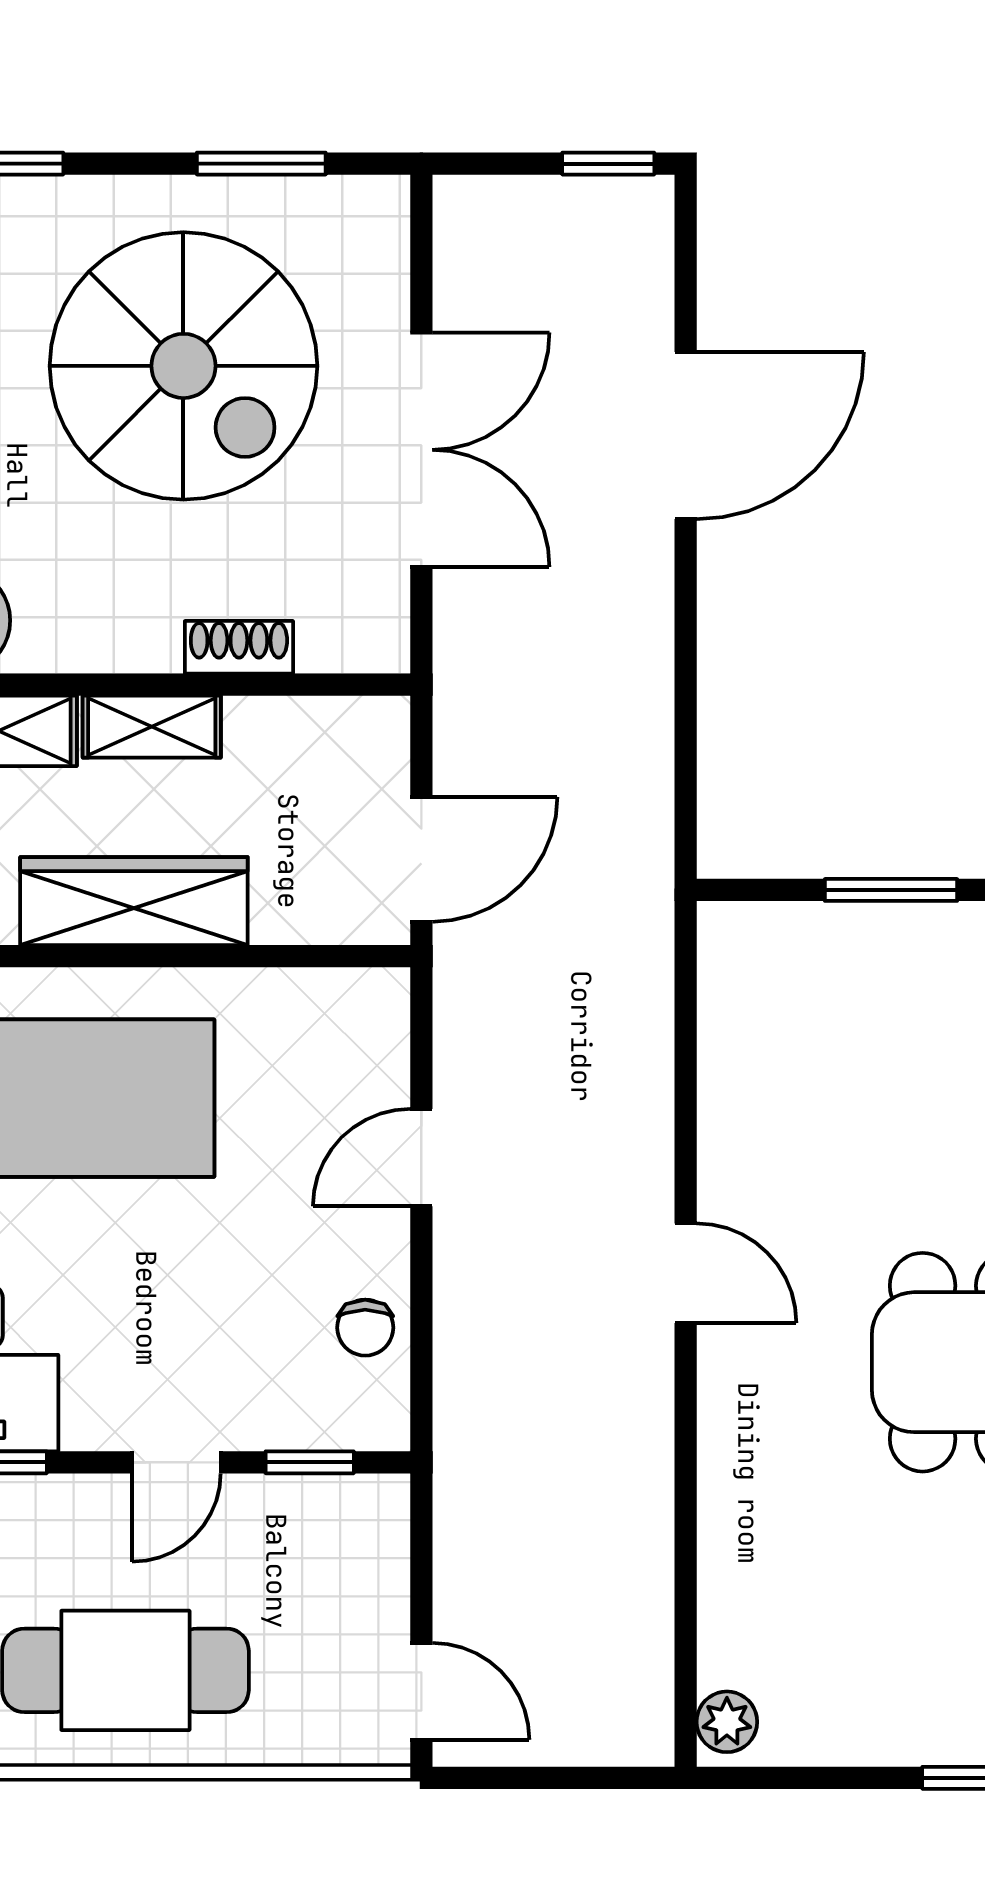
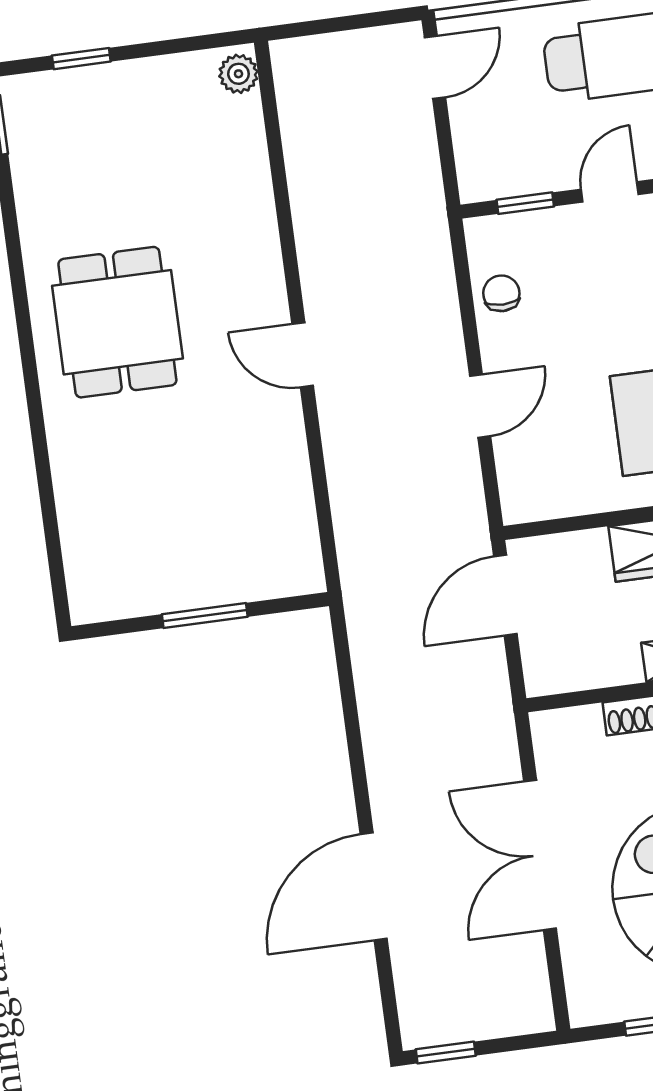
door: (421, 1691) -> (435, 67), swing flipped

